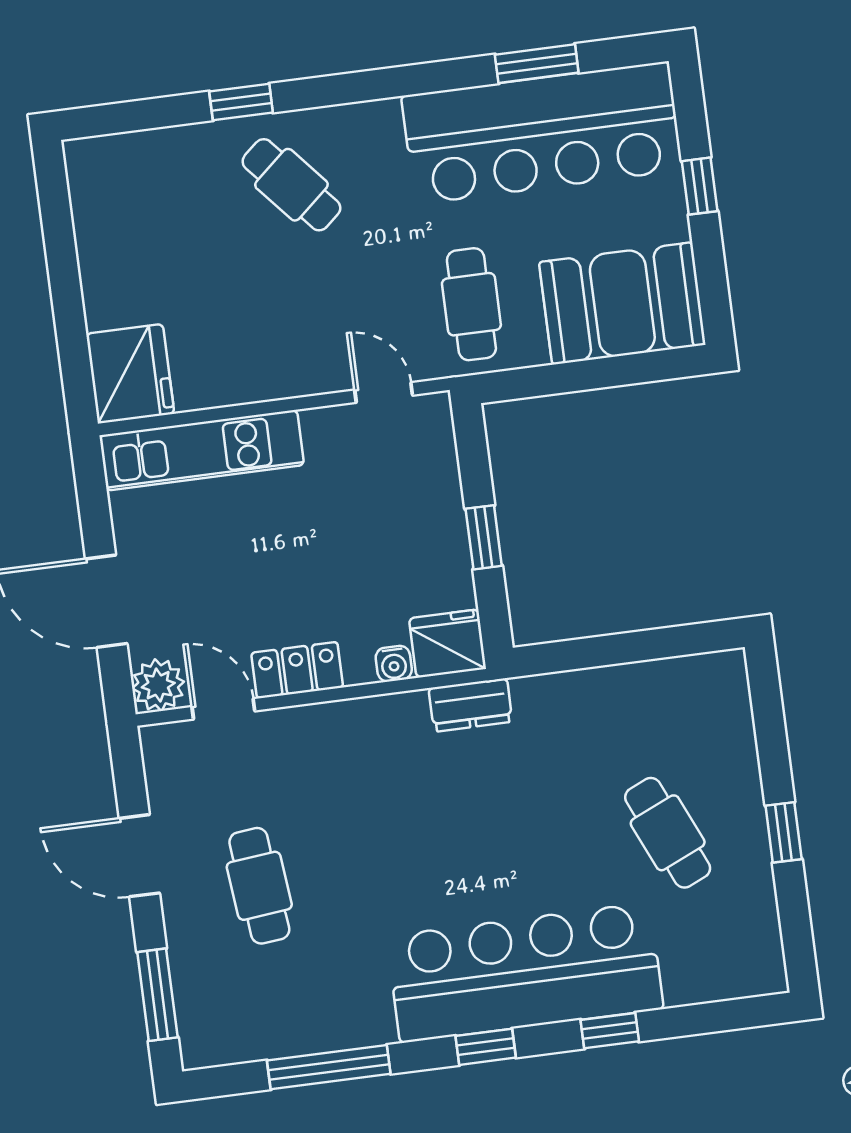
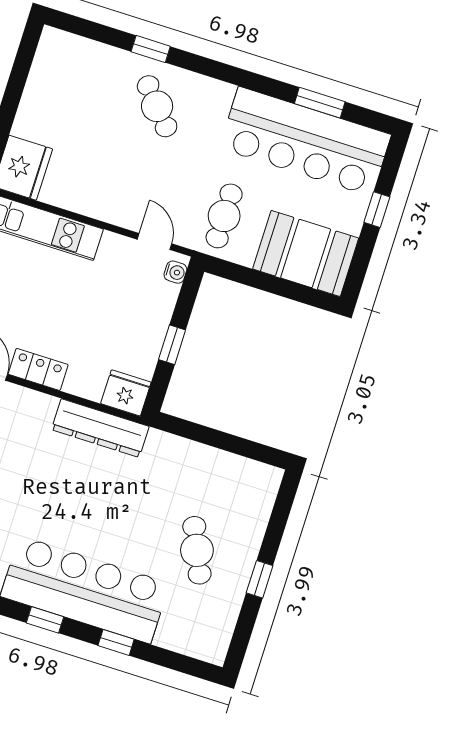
water cooler: (394, 664) -> (175, 272), moved, turned -90
dresser: (470, 705) -> (100, 428), width x1.96, depth x1.24

